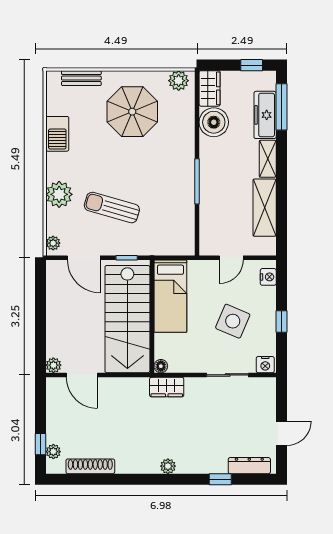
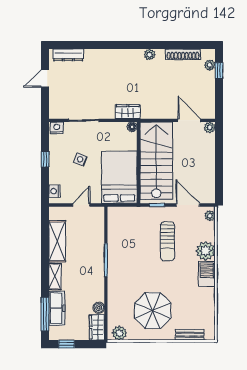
boiler: (214, 122) -> (99, 308), width x0.54, depth x0.54
barbecue: (57, 134) -> (207, 274), moved
sun lounger: (112, 208) -> (167, 241), turned 74
bed: (170, 296) -> (119, 177), width x1.50
side table: (233, 321) -> (80, 159), width x0.54, depth x0.54
plant: (168, 466) -> (150, 54), moved
window: (220, 479) -> (89, 45), removed

